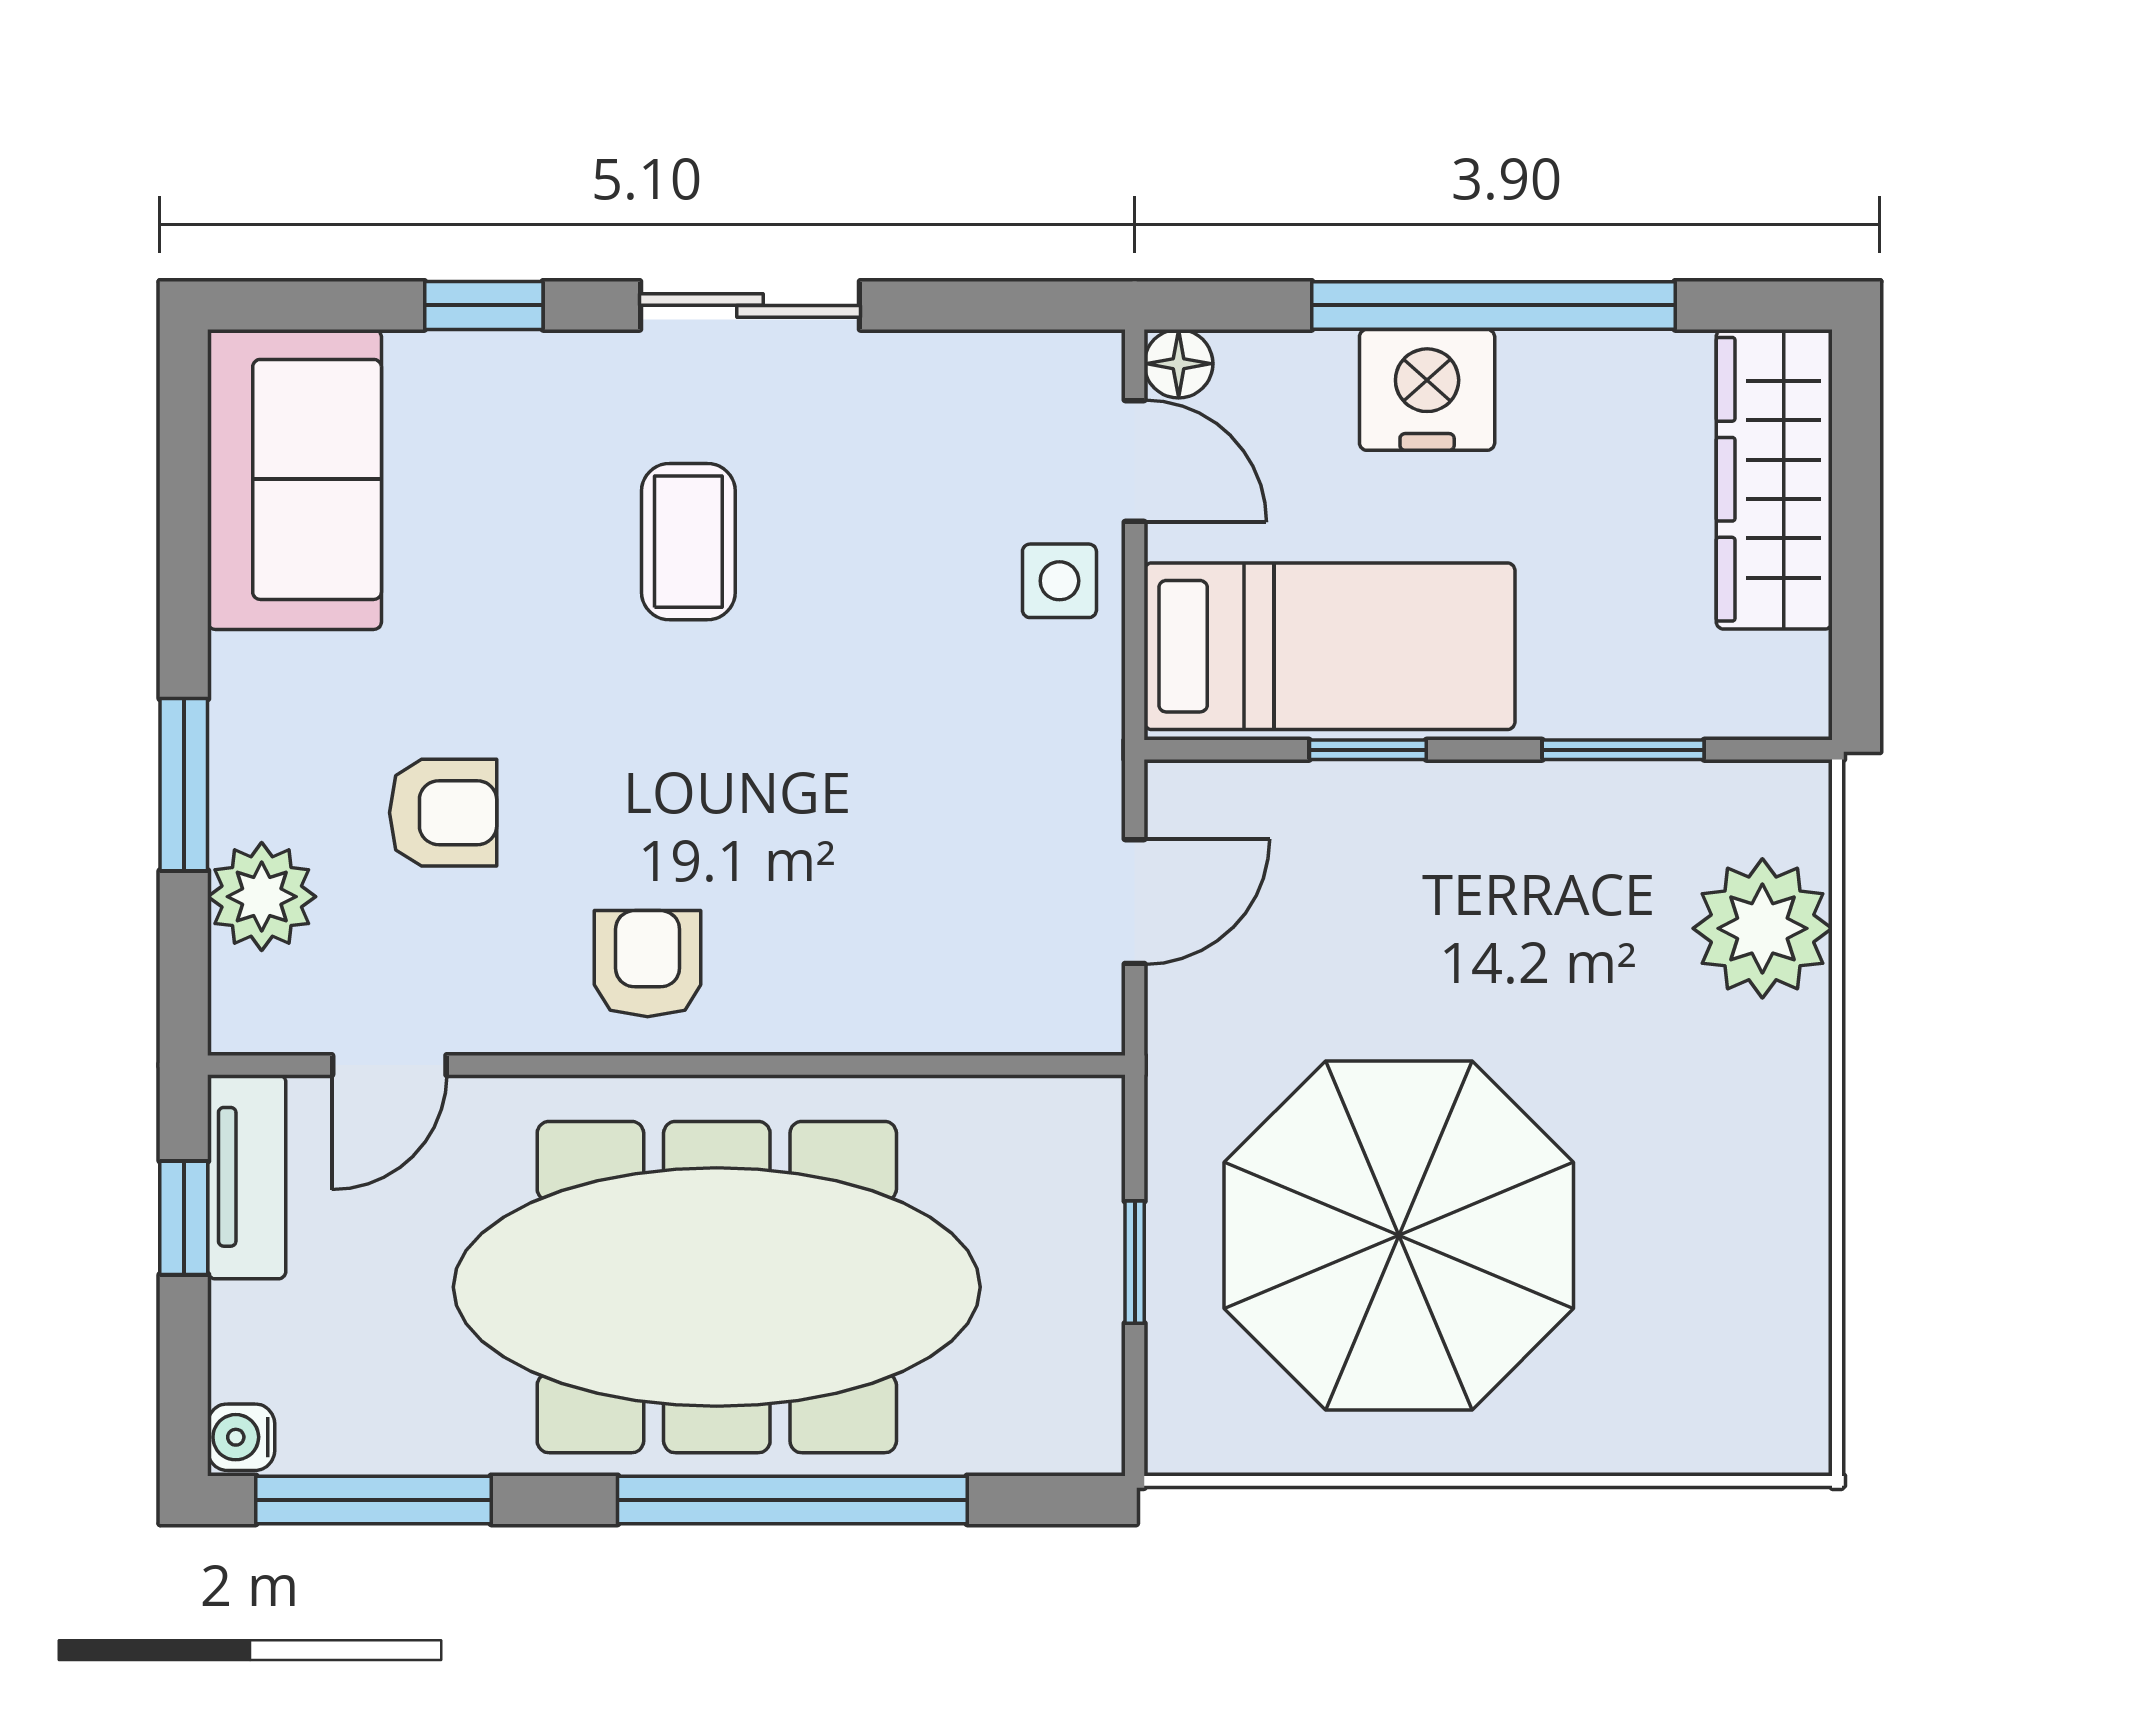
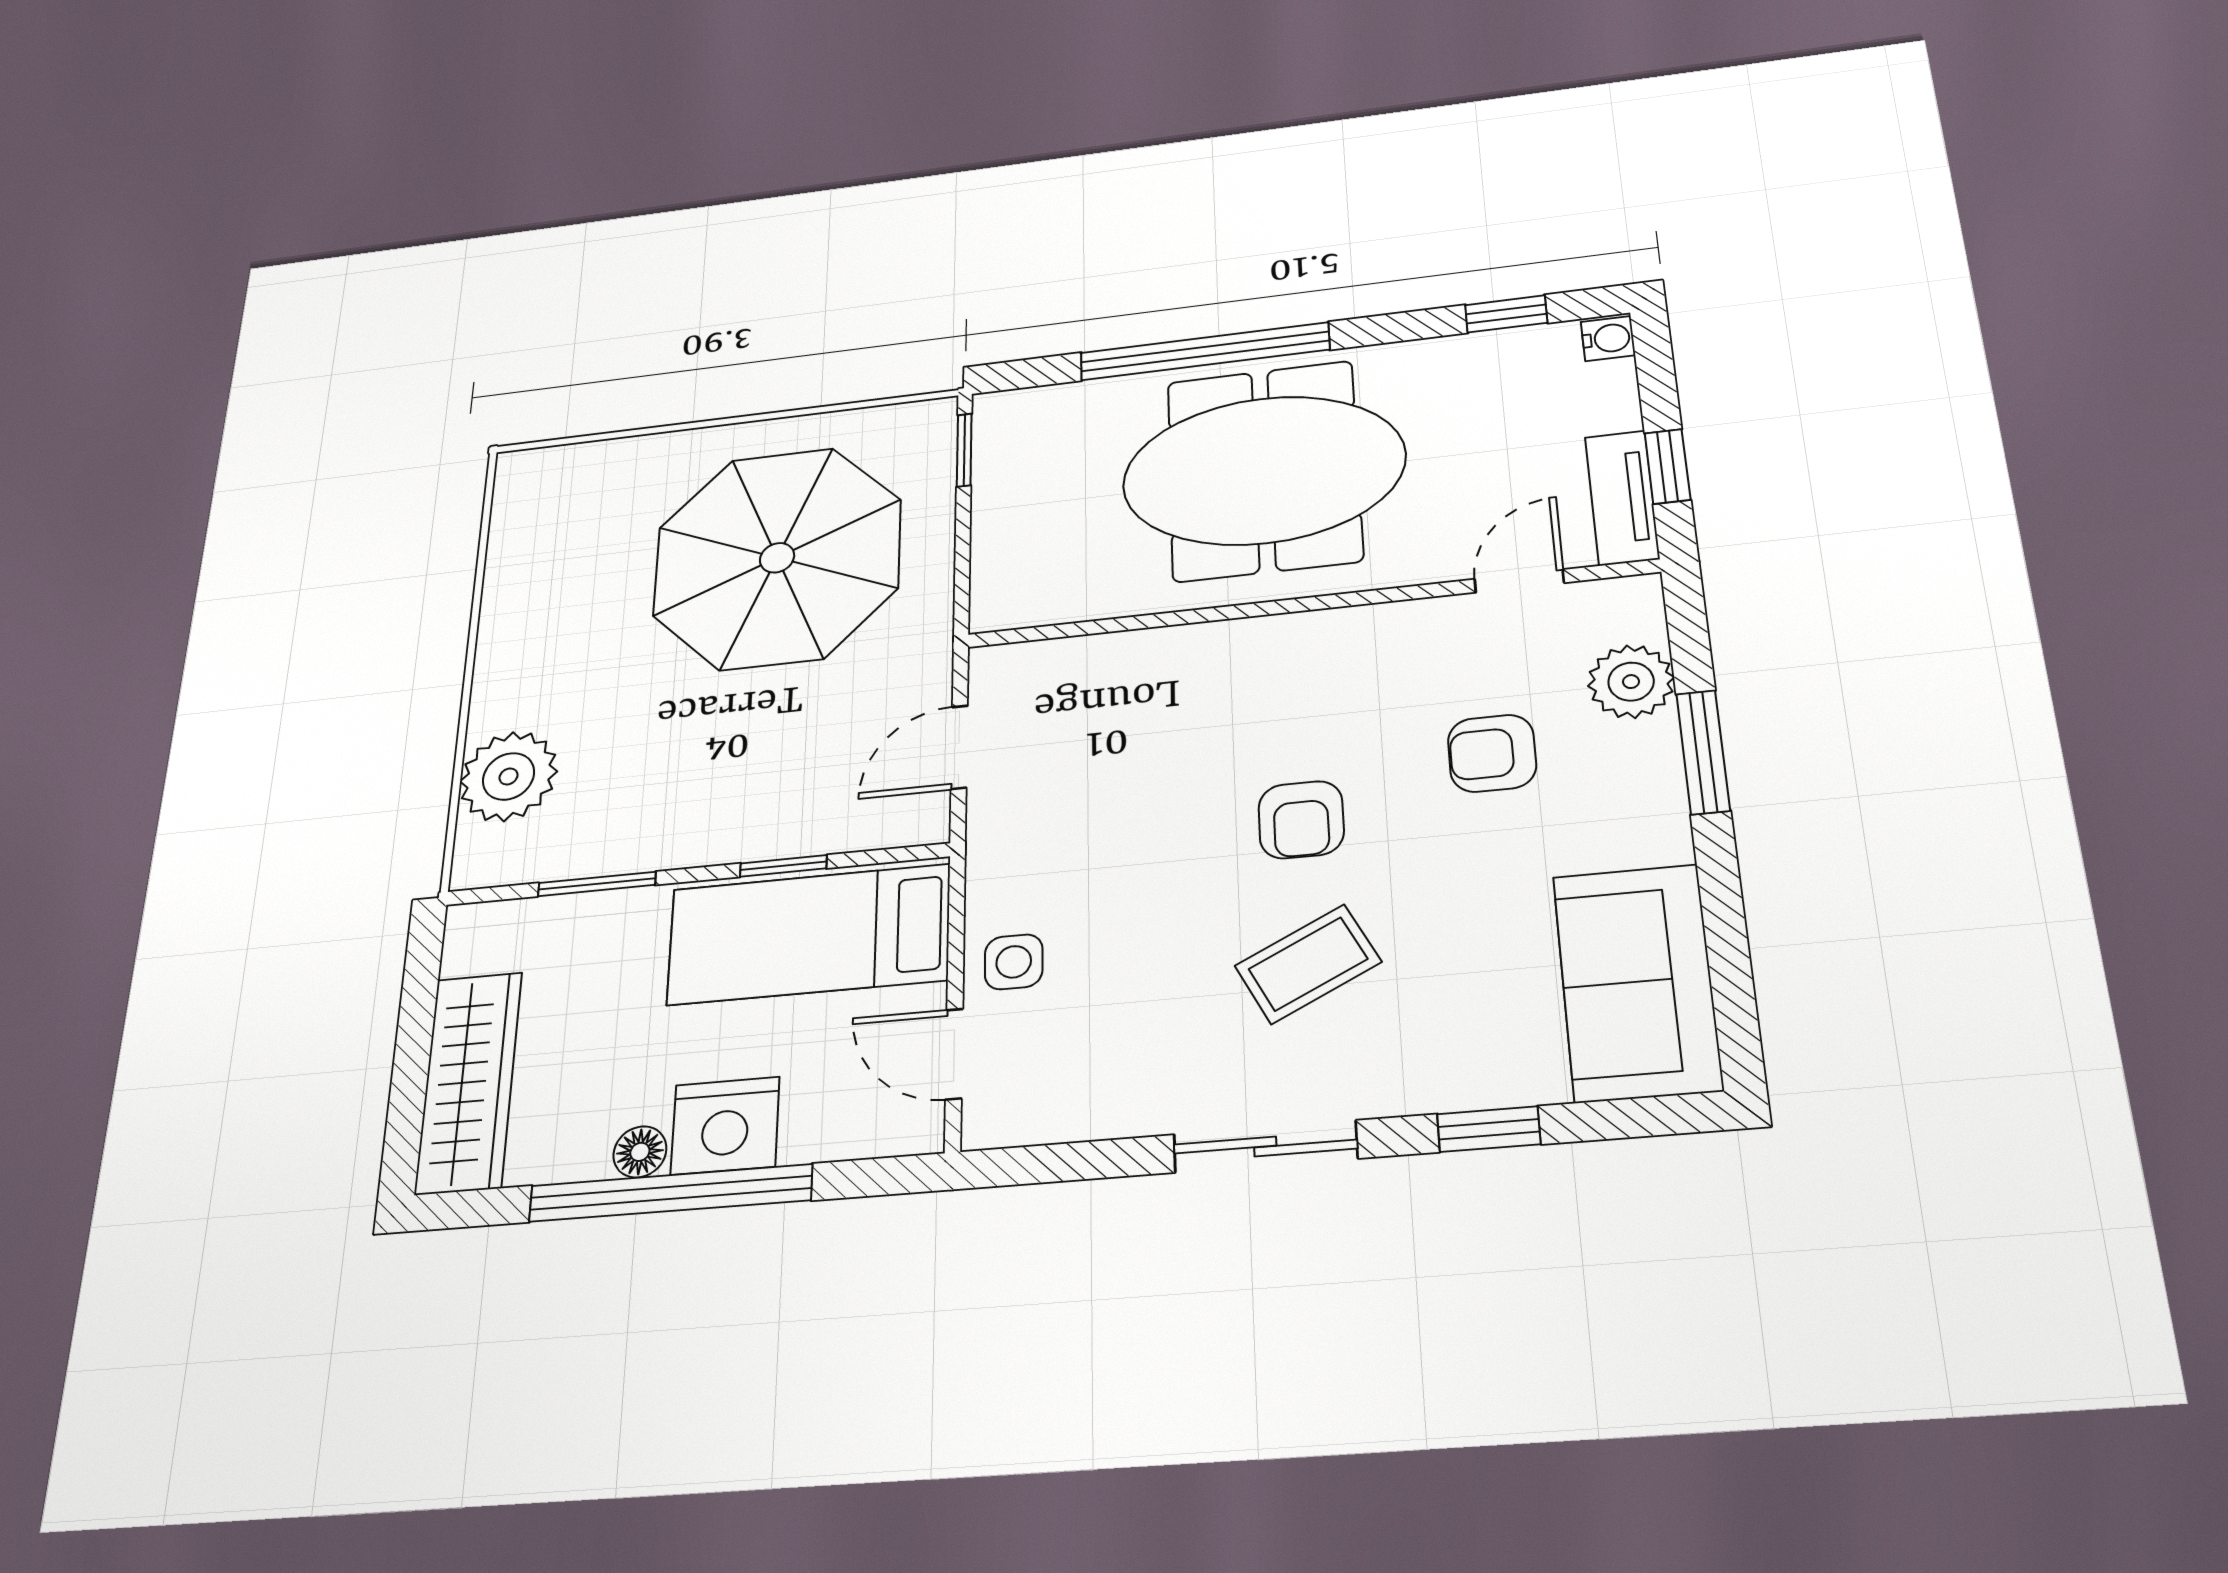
floor lamp: (1179, 364) -> (640, 1152), moved
coffee table: (688, 542) -> (1308, 964), turned 63
armchair: (648, 964) -> (1301, 820), moved
window: (1135, 1262) -> (964, 450), moved
meeting table: (717, 1287) -> (1264, 470), width x0.73
window: (374, 1500) -> (1506, 314), width x0.46

